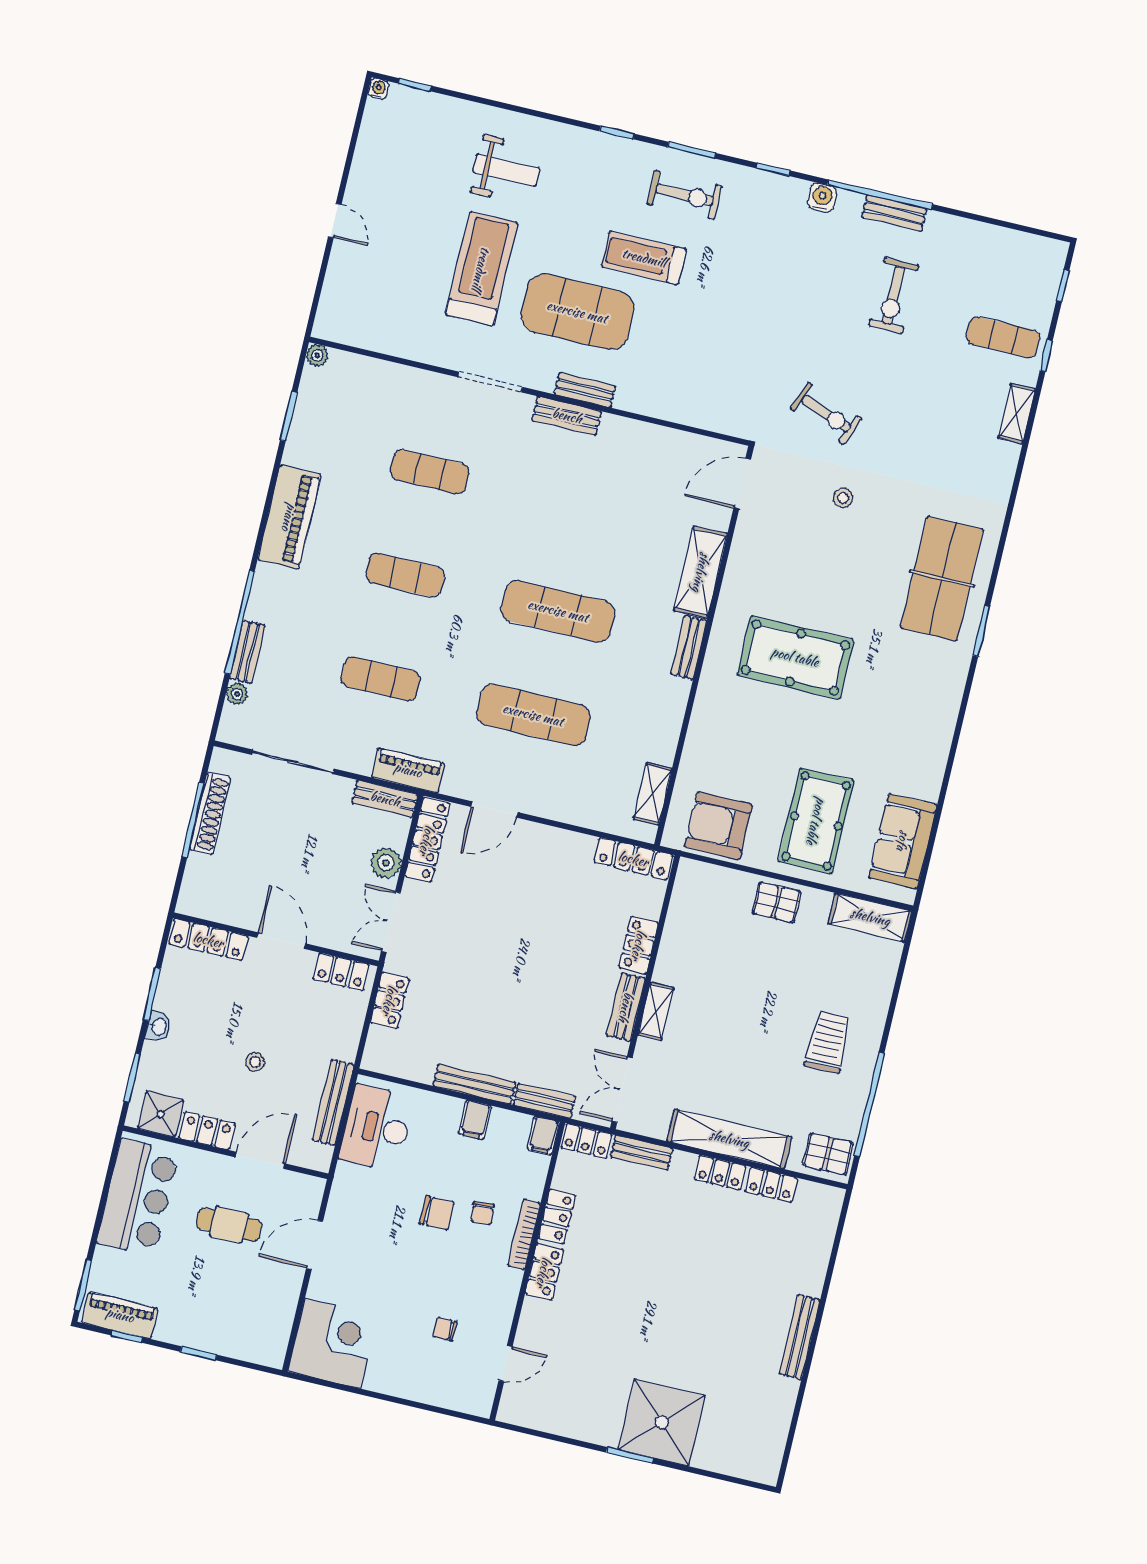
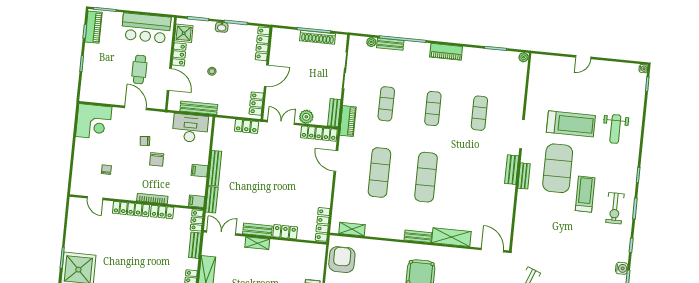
piano: (289, 517) -> (446, 52), width x0.73, depth x0.75
chair: (482, 1213) -> (145, 141), moved
locker: (544, 1272) -> (131, 209), width x1.53

